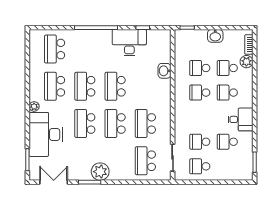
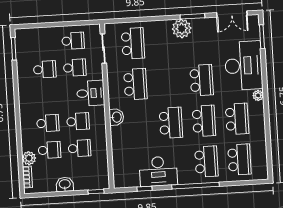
washbasin: (164, 71) -> (116, 117), moved
desk: (240, 119) -> (91, 93), moved, turned 180
school desk: (115, 123) -> (206, 162), moved

